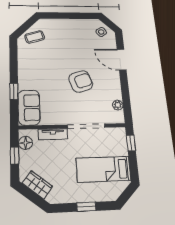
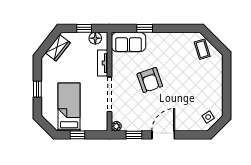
door: (122, 60) -> (163, 135), moved
armchair: (81, 82) -> (150, 80), moved
window: (126, 101) -> (134, 135), added
plant: (118, 105) -> (116, 126), moved
window: (131, 143) -> (77, 135), moved

